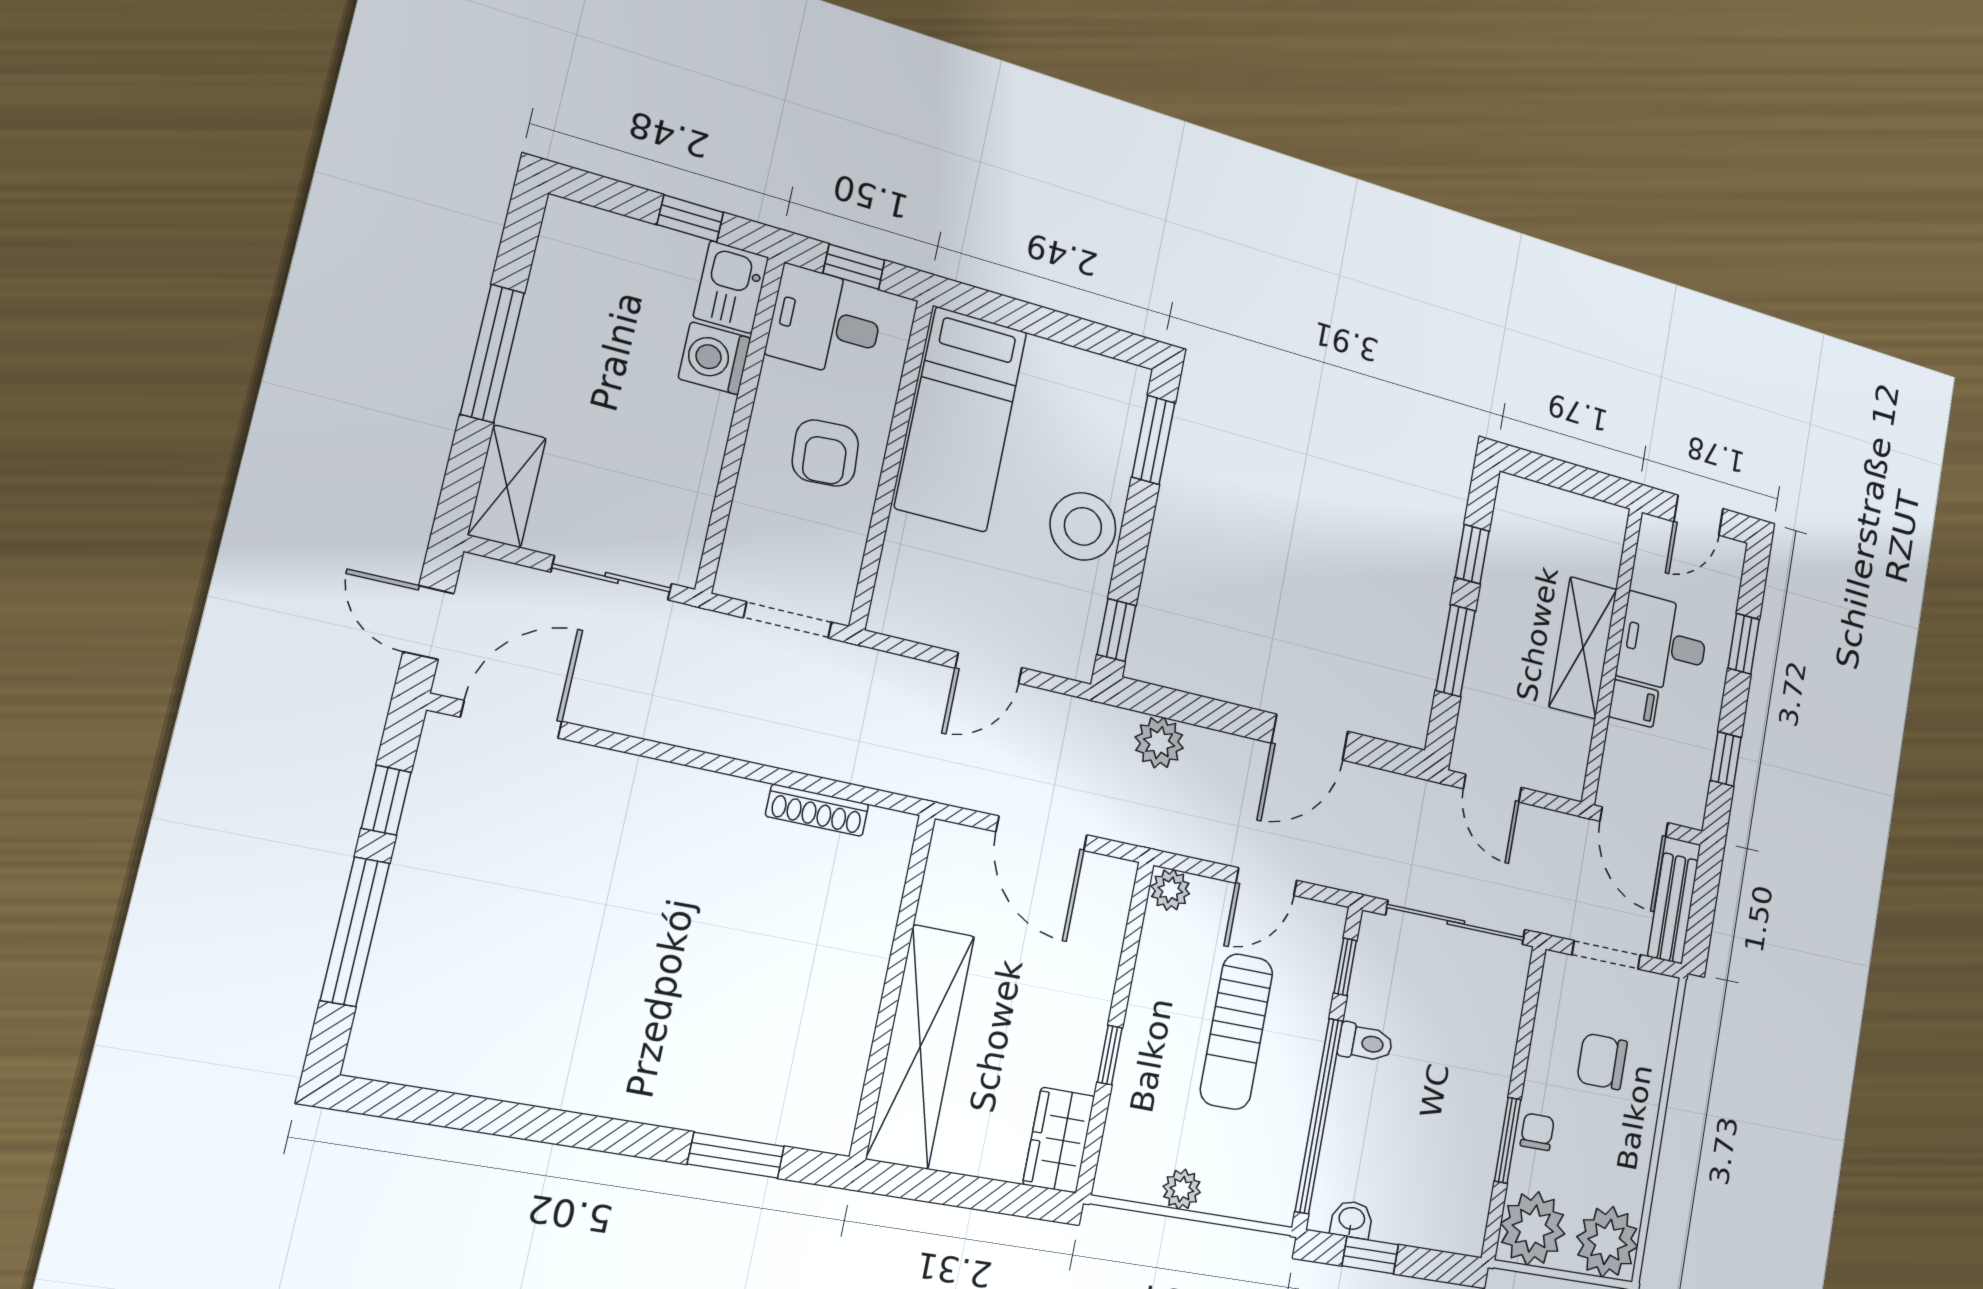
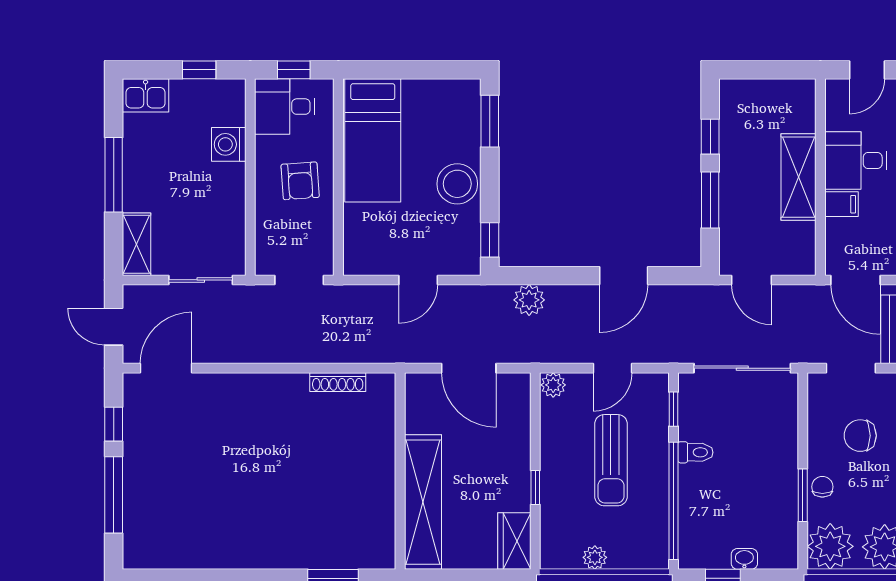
kitchen sink: (731, 287) -> (146, 95), moved, turned -90
washbasin: (1352, 1219) -> (744, 559), moved

